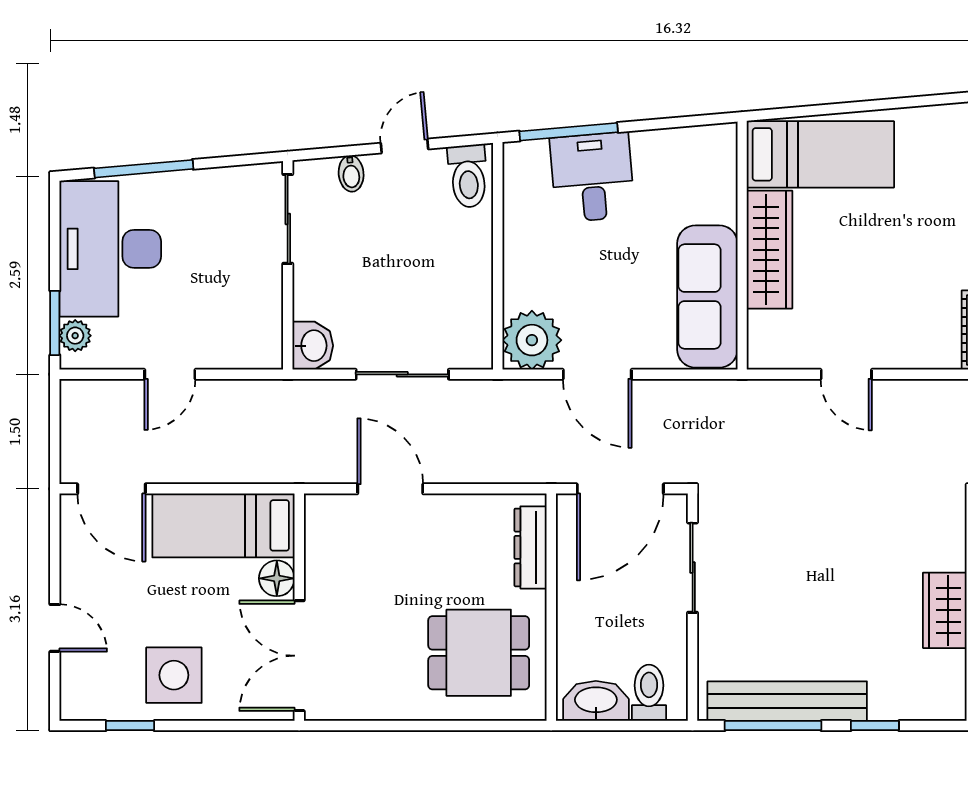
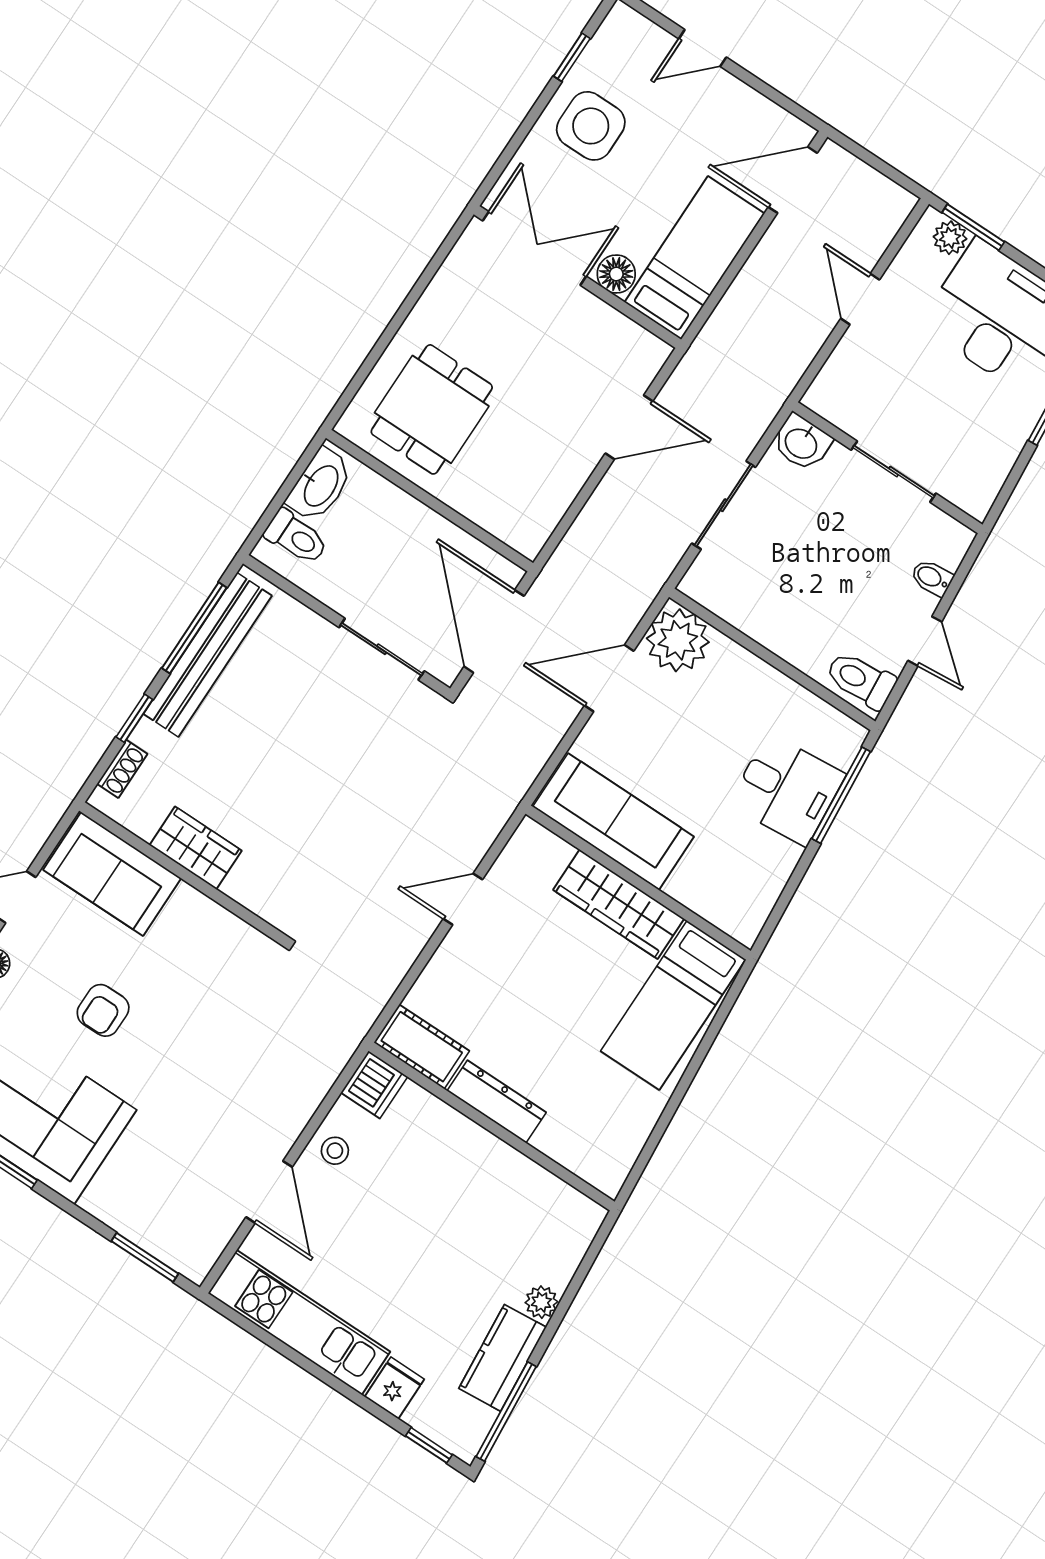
sliding door: (288, 219) -> (894, 472), moved
dresser: (531, 547) -> (495, 517), removed
shoe rack: (921, 709) -> (122, 769), added

